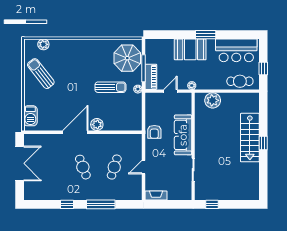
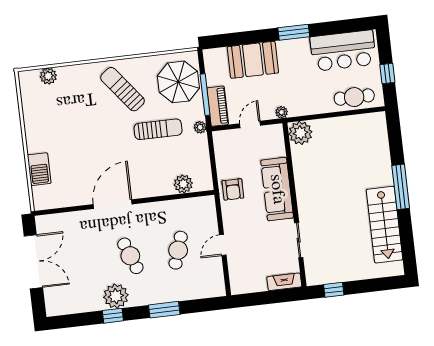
booth: (190, 49) -> (253, 60), moved
sun lounger: (41, 74) -> (123, 89), moved
plant: (213, 100) -> (300, 133), moved
barbecue: (30, 116) -> (39, 169), moved
plant: (97, 125) -> (183, 184), moved
stairs: (250, 138) -> (384, 225), moved
window: (263, 143) -> (401, 187), width x2.17
plant: (70, 192) -> (116, 296), added
fireplace: (156, 196) -> (284, 282), moved
window: (101, 204) -> (164, 310), width x0.69

